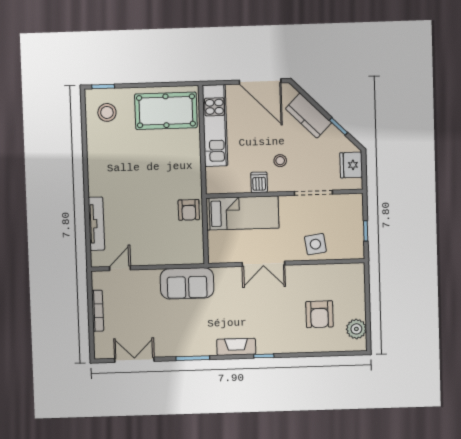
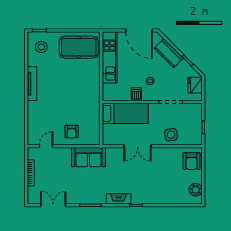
armchair: (189, 210) -> (72, 132), moved
tv unit: (96, 224) -> (32, 84), moved
armchair: (319, 314) -> (191, 161), moved

